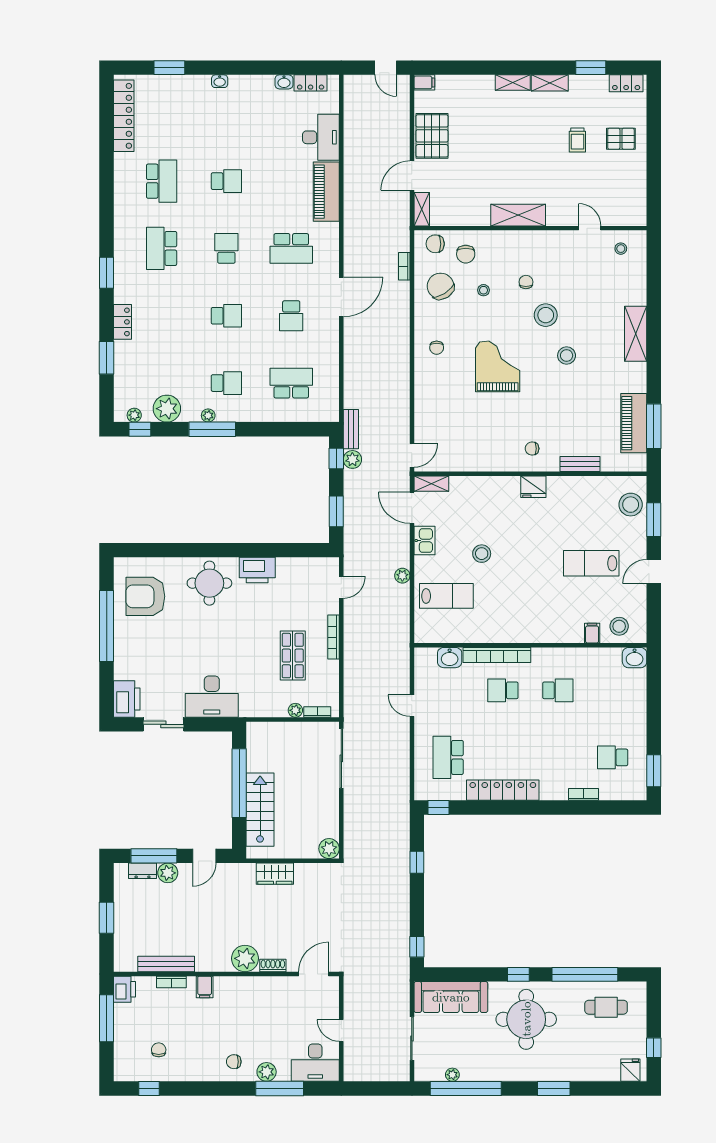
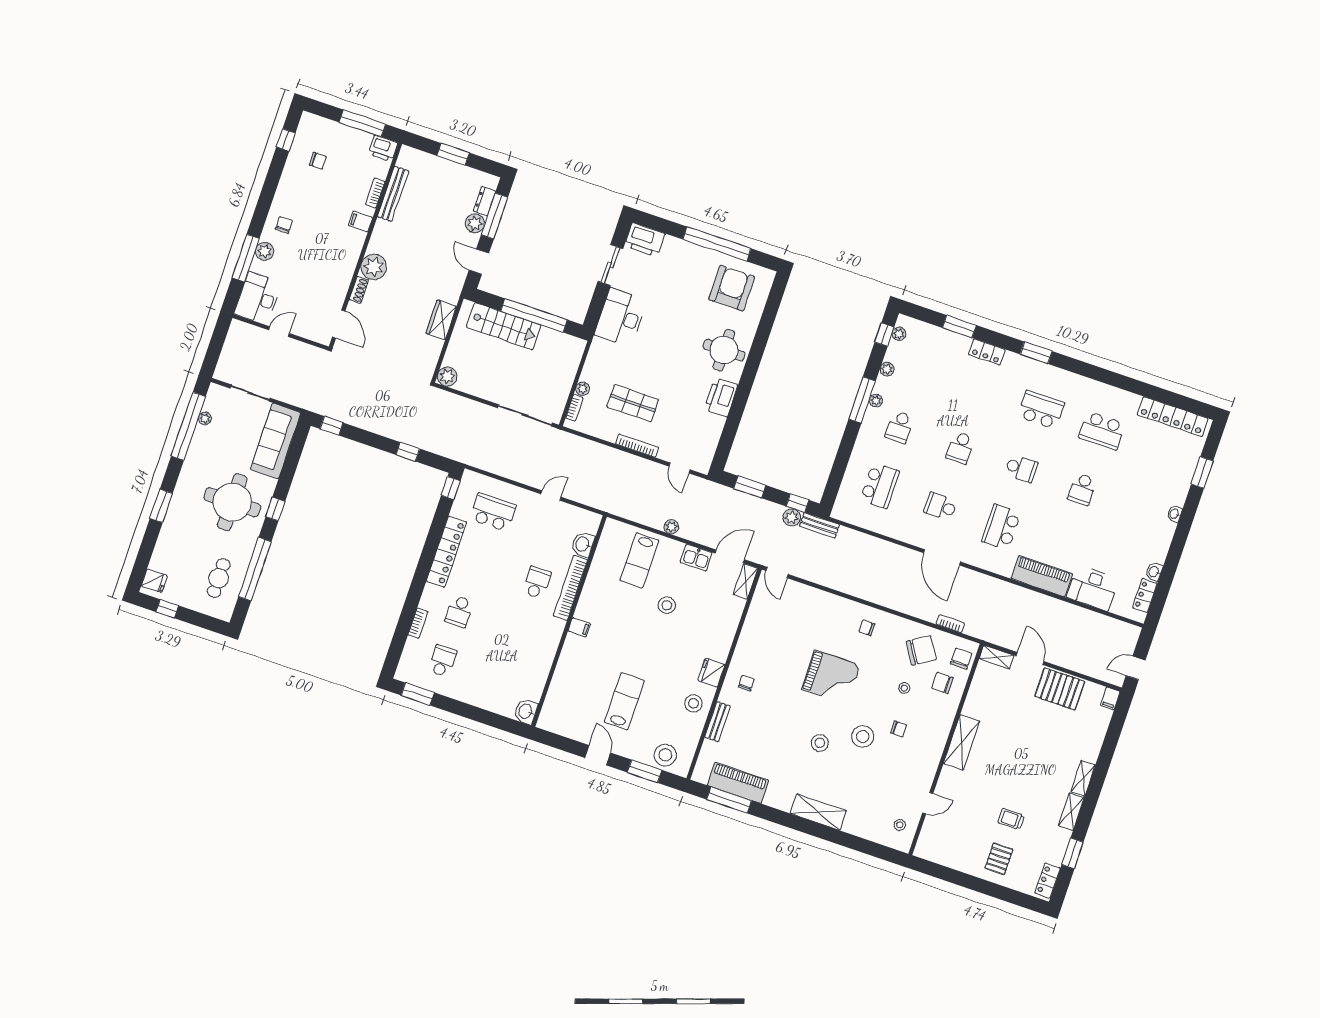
plant: (167, 409) -> (887, 369), width x0.53, depth x0.53
stool: (619, 626) -> (693, 703), moved
filing cabinet: (592, 633) -> (579, 627), moved
school desk: (558, 690) -> (459, 611), moved

